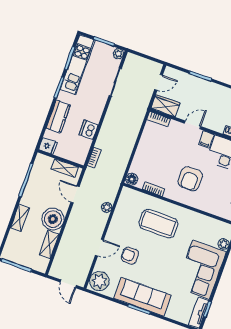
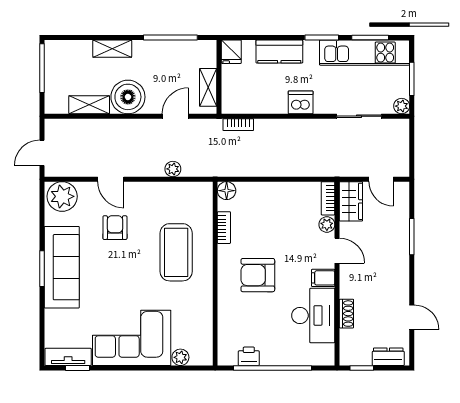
plant: (174, 125) -> (327, 224), added
dishwasher: (89, 130) -> (301, 102), moved

